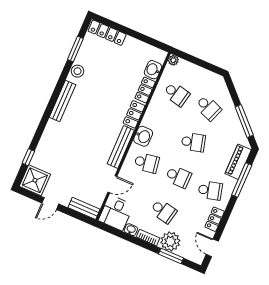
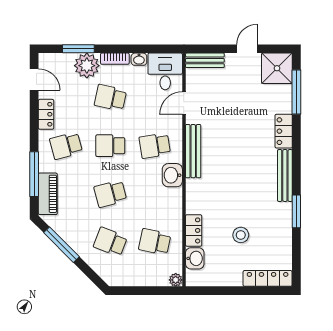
window: (75, 49) -> (296, 211), moved
stool: (78, 71) -> (241, 235), moved
locker: (134, 114) -> (284, 131), moved, turned 180
window: (28, 157) -> (296, 92), width x2.17

